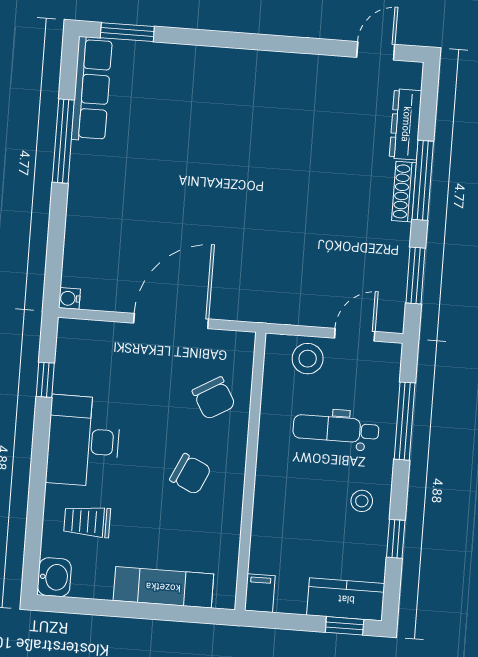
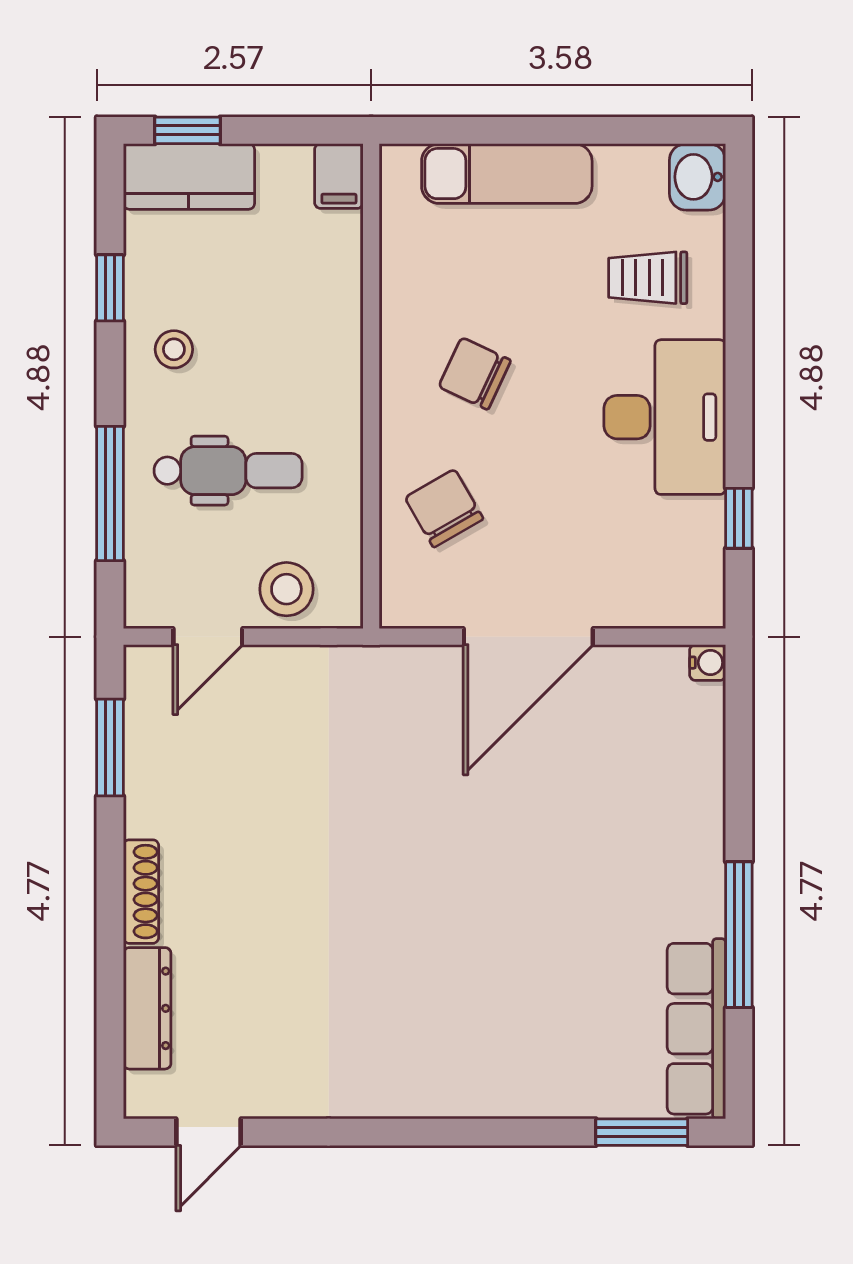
window: (423, 180) -> (110, 914), removed
trolley: (87, 522) -> (648, 278), turned 180

